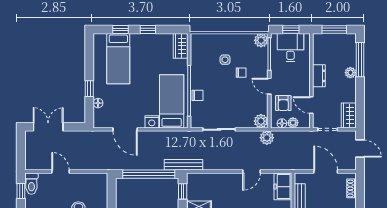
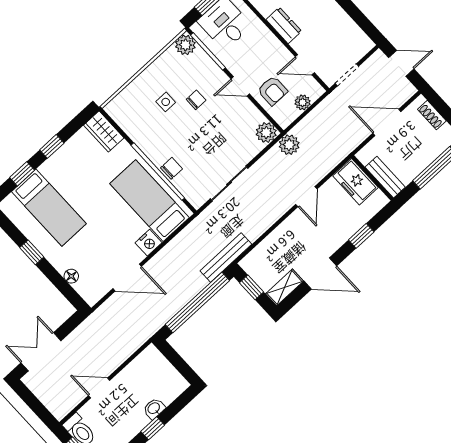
window: (89, 89) -> (32, 252), moved
wardrobe: (349, 115) -> (356, 39), removed
floor lamp: (282, 123) -> (291, 114), removed

